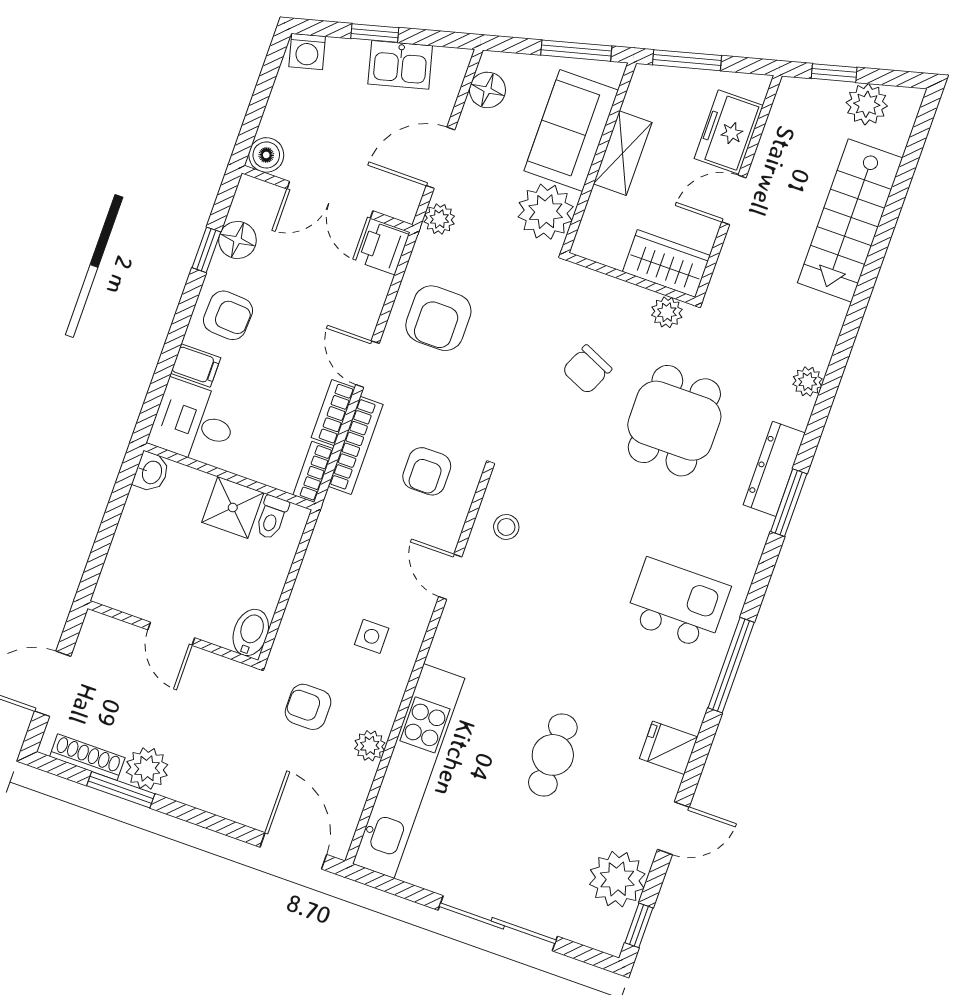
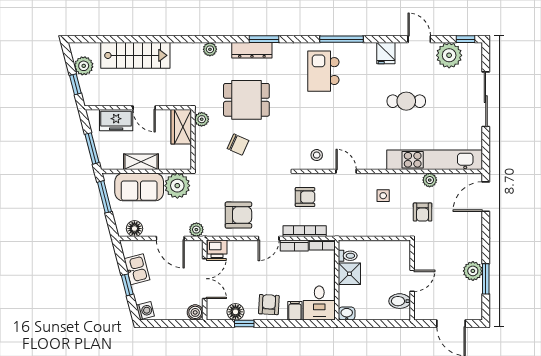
door: (450, 577) -> (346, 171), swing flipped
bidet: (251, 632) -> (400, 301), moved
shoe rack: (87, 757) -> (477, 298), removed

